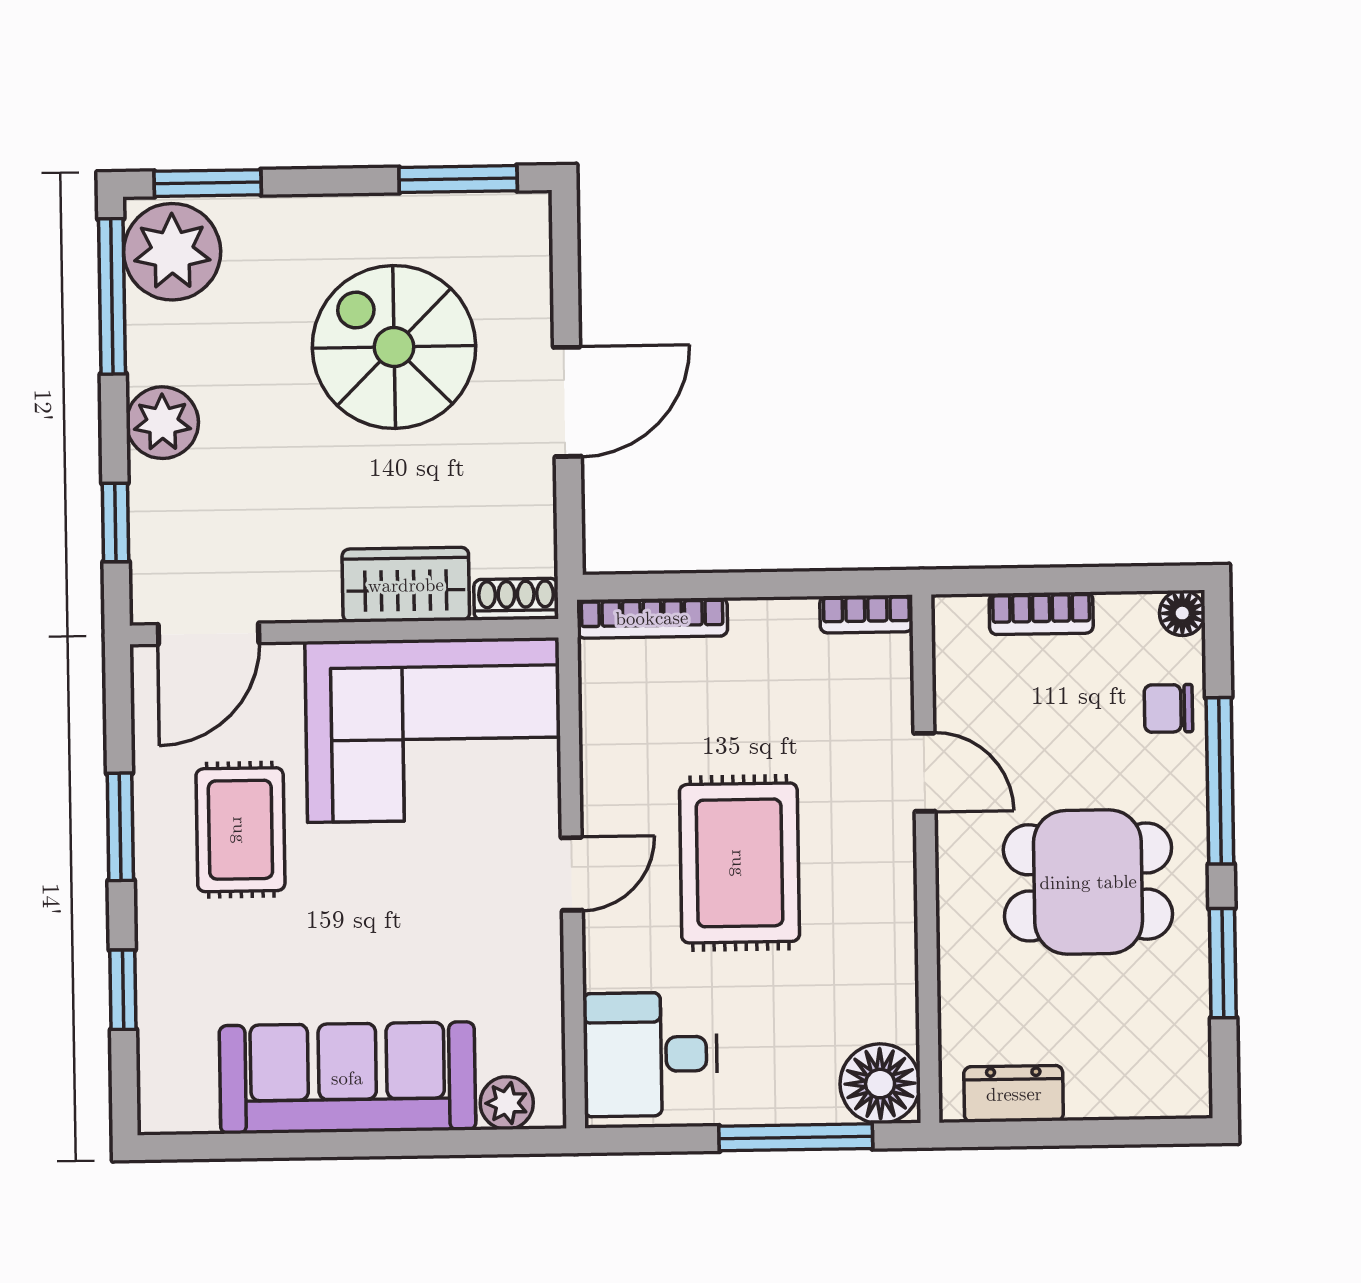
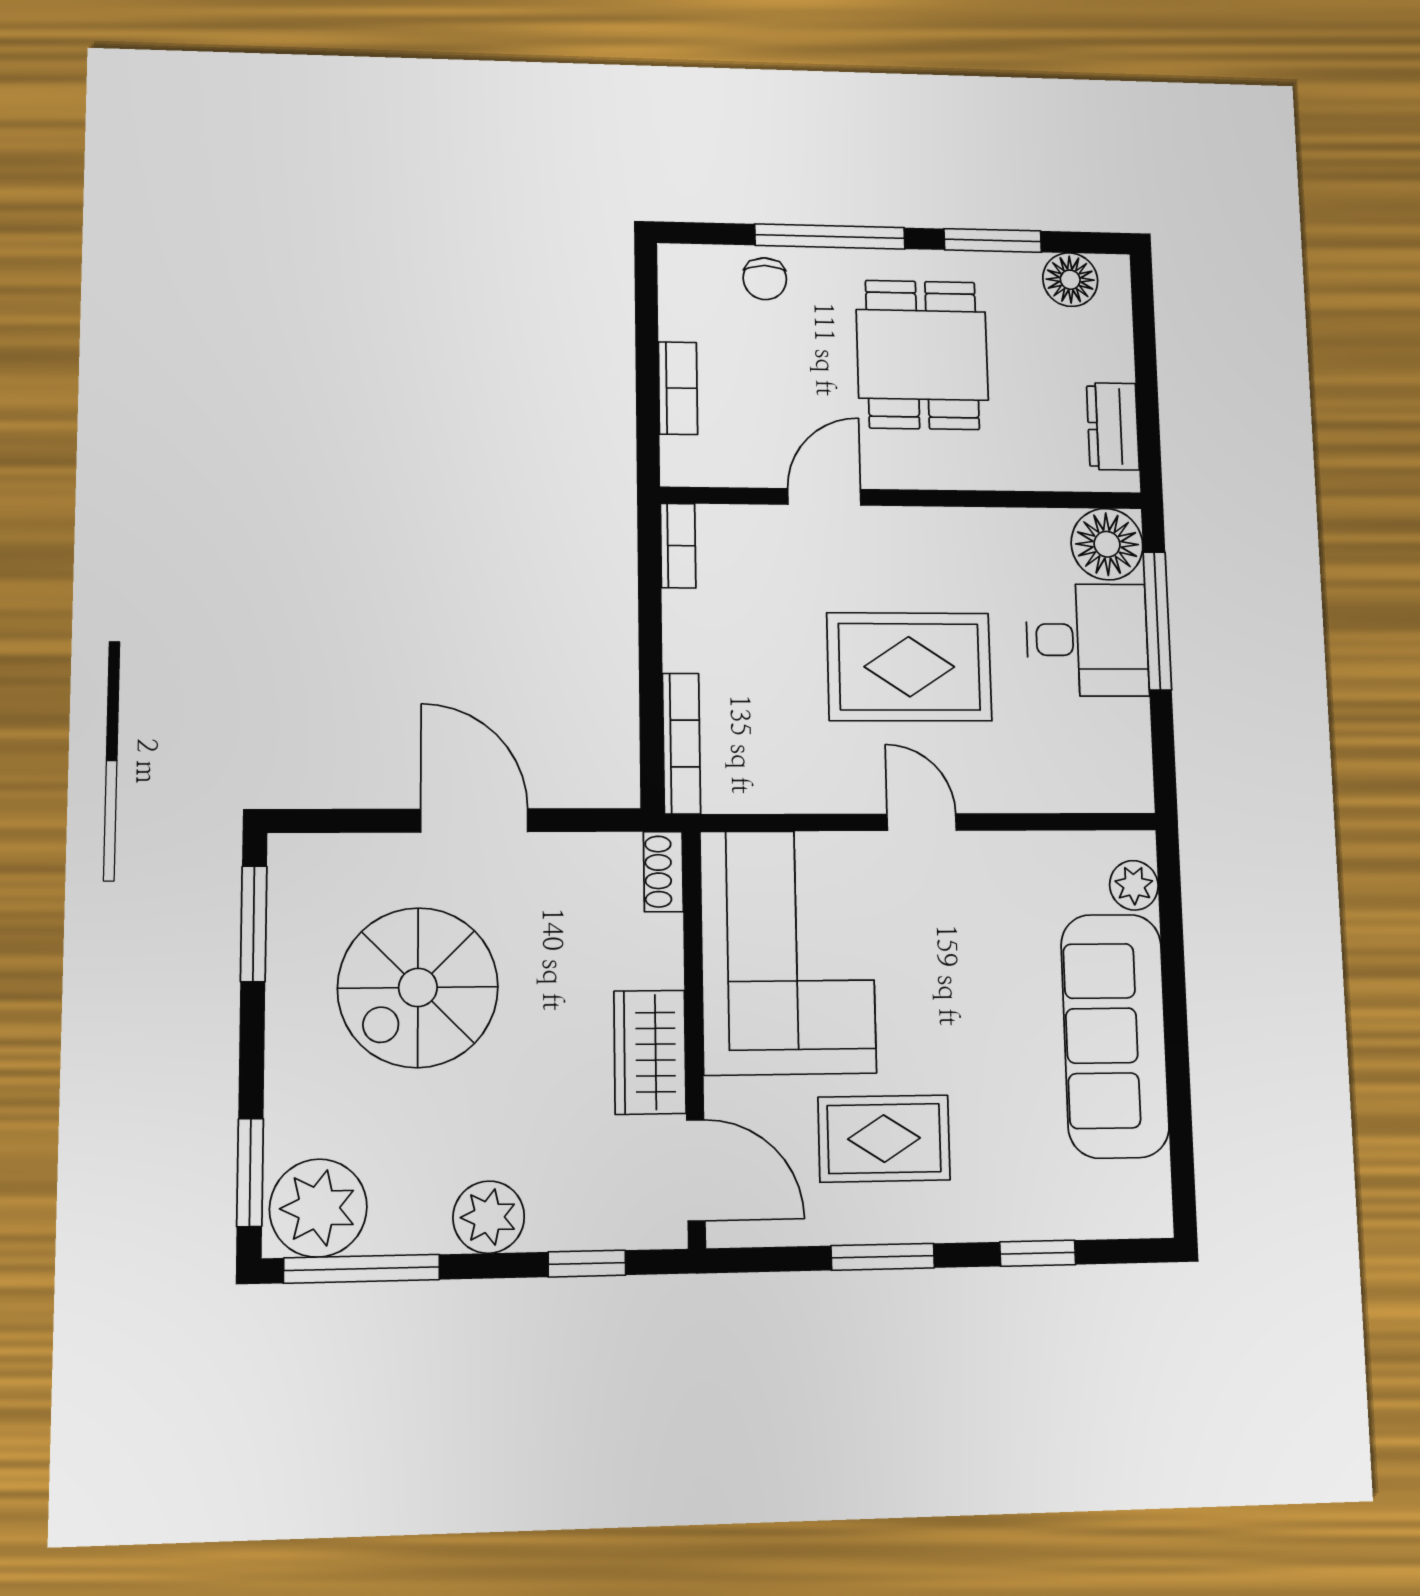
wardrobe: (406, 585) -> (650, 1052), moved
floor lamp: (1182, 613) -> (1070, 280), moved, width x1.37, depth x1.37
desk: (650, 1054) -> (1087, 640), moved, turned -90

